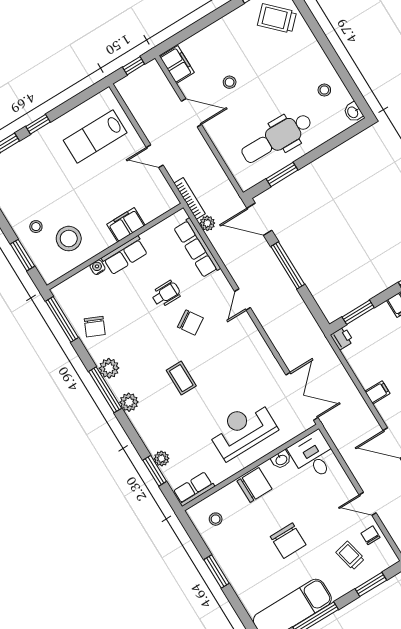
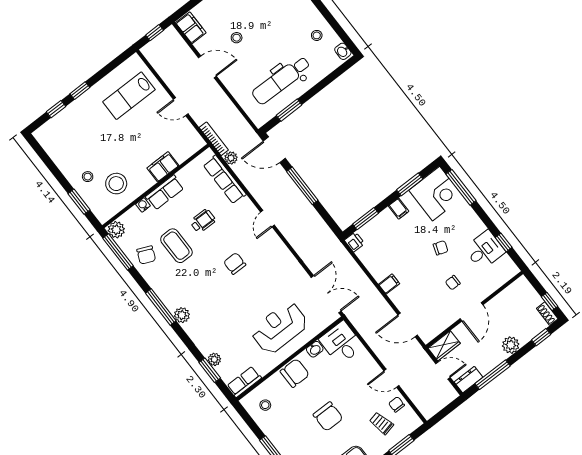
chair: (190, 322) -> (235, 264), moved, turned -147
plant: (109, 368) -> (116, 230), moved
coffee table: (181, 378) -> (176, 246), moved, width x1.36, depth x1.30

